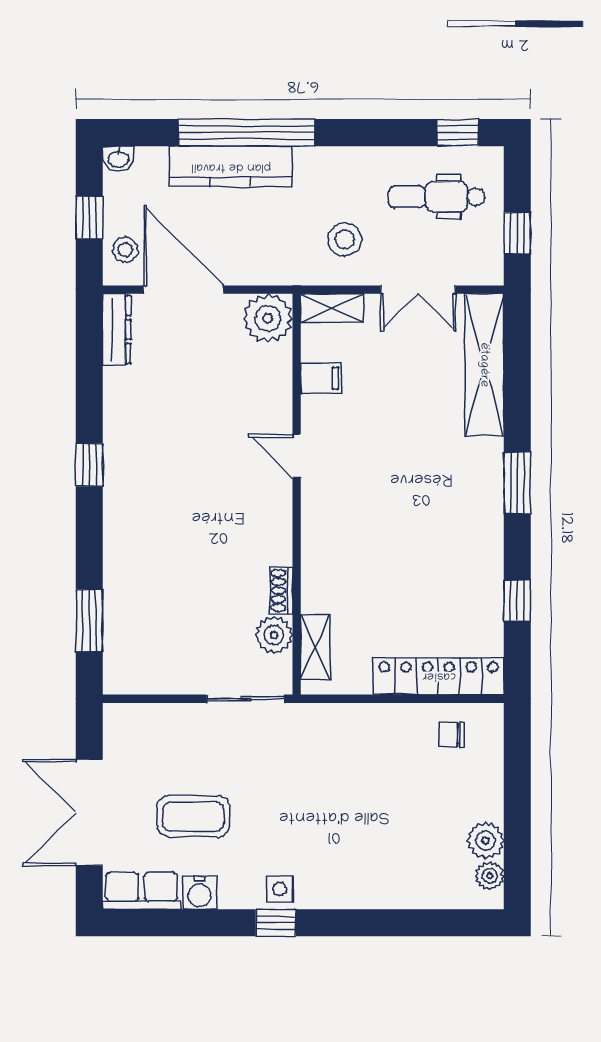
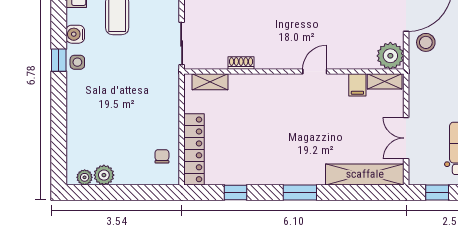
stool: (345, 239) -> (426, 42), moved
shelving: (332, 308) -> (385, 81), moved, turned 90
plant: (274, 635) -> (217, 59), removed
water cooler: (199, 893) -> (75, 34), moved

